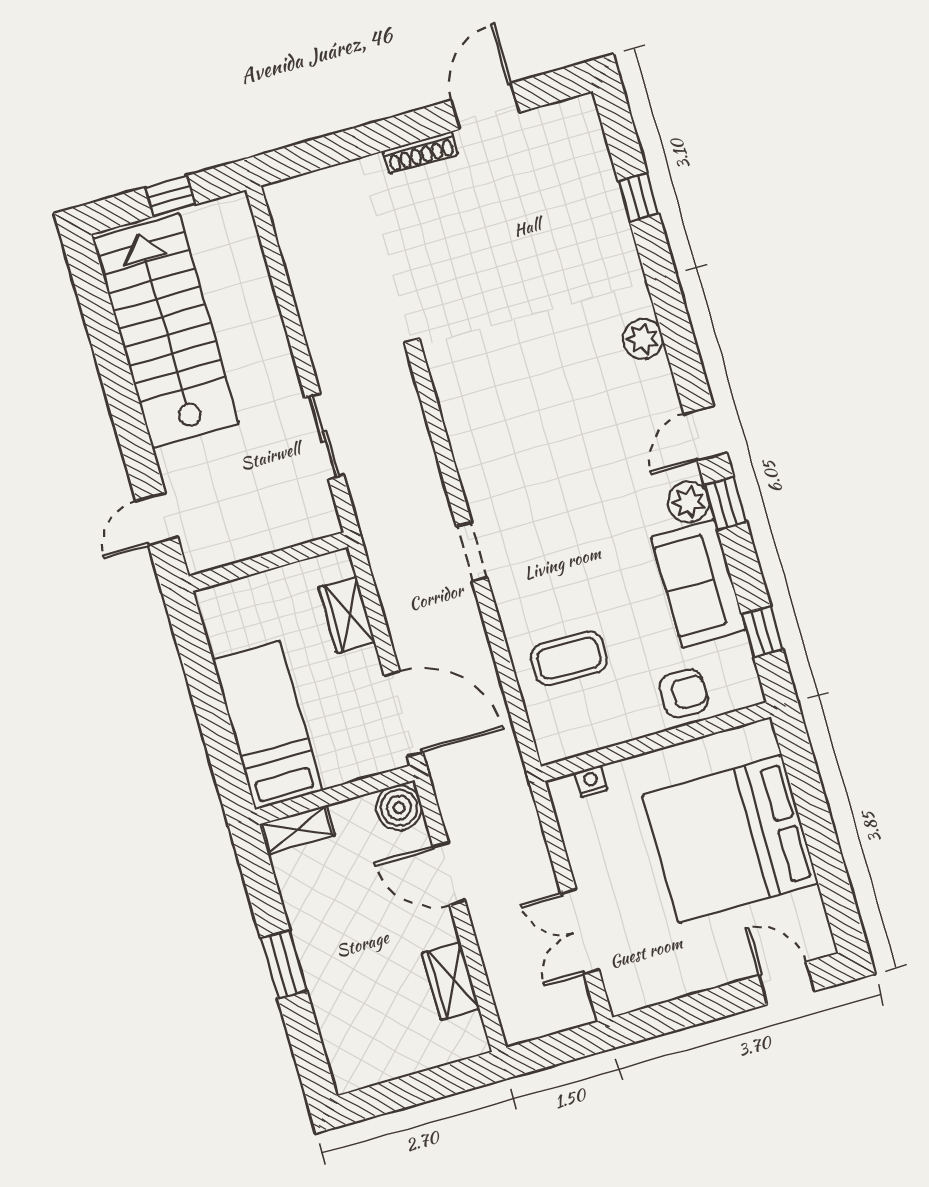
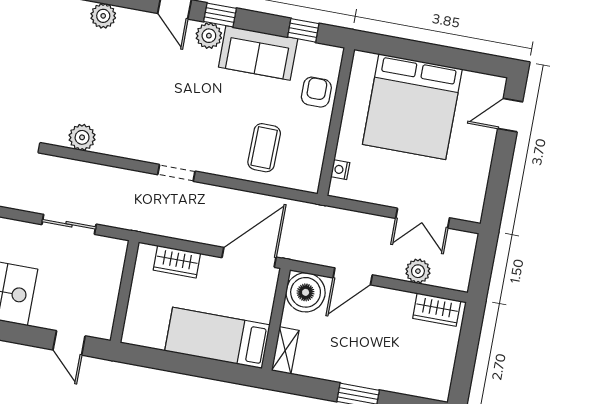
plant: (456, 394) -> (82, 137), added
boiler: (399, 808) -> (306, 292), width x1.37, depth x1.37
plant: (502, 962) -> (418, 271), added
wardrobe: (451, 981) -> (437, 310), moved

